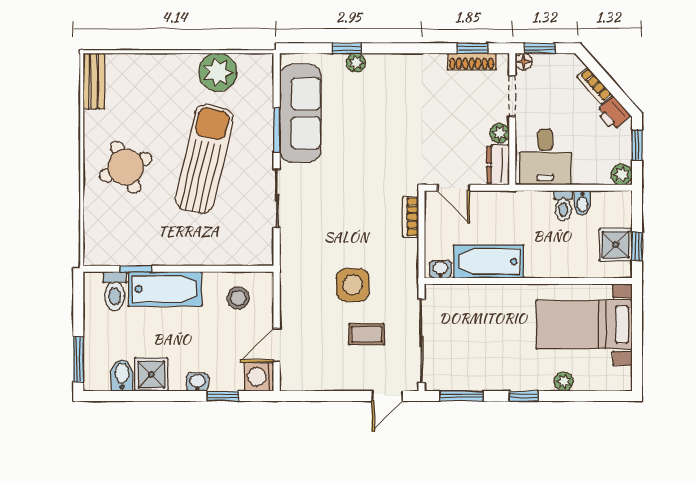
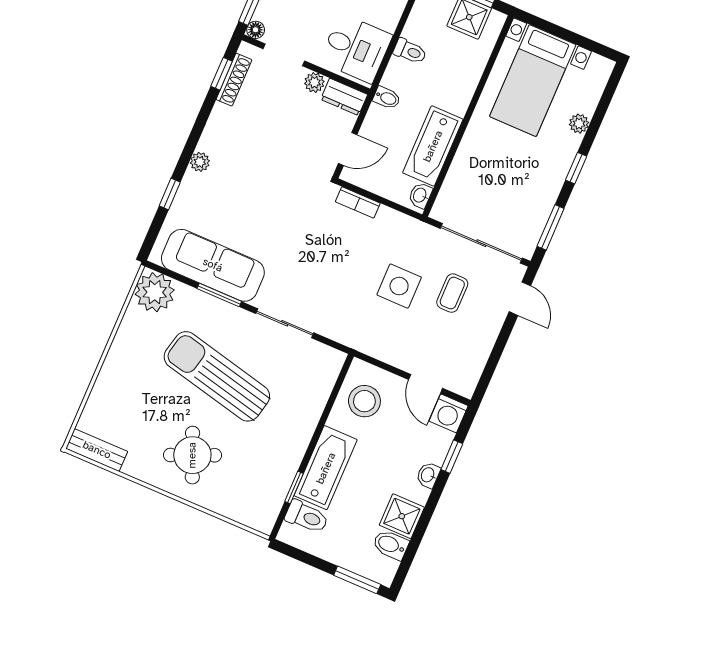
plant: (356, 63) -> (200, 162), moved
plant: (218, 72) -> (155, 292), moved
bidet: (582, 203) -> (387, 98), moved
stool: (238, 298) -> (364, 401), width x1.38, depth x1.38

